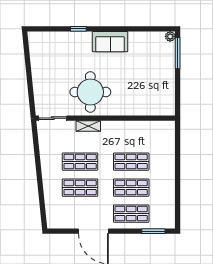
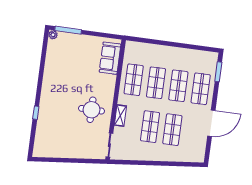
sofa: (110, 42) -> (110, 58), moved, turned 180
round table: (90, 92) -> (92, 110), width x0.73, depth x0.73
shop shelf: (131, 136) -> (134, 80), added

